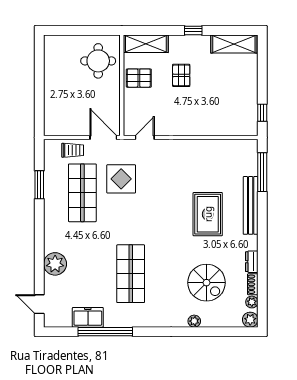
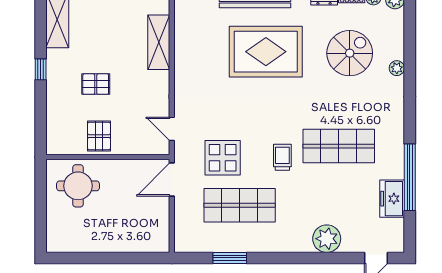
shelving: (146, 44) -> (159, 42), moved
trolley: (73, 150) -> (282, 157), moved
rug: (208, 214) -> (266, 52), width x1.37, depth x1.44

